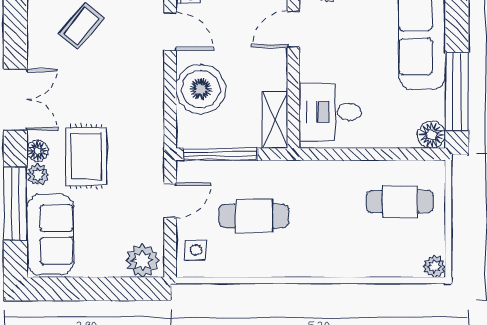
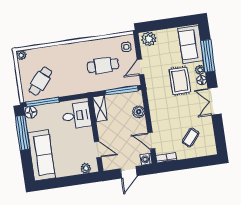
door: (293, 29) -> (98, 149), hinge flipped
boiler: (201, 89) -> (139, 112), width x0.54, depth x0.54
window: (402, 154) -> (42, 102), added
cafe table: (400, 202) -> (40, 81), turned -49

